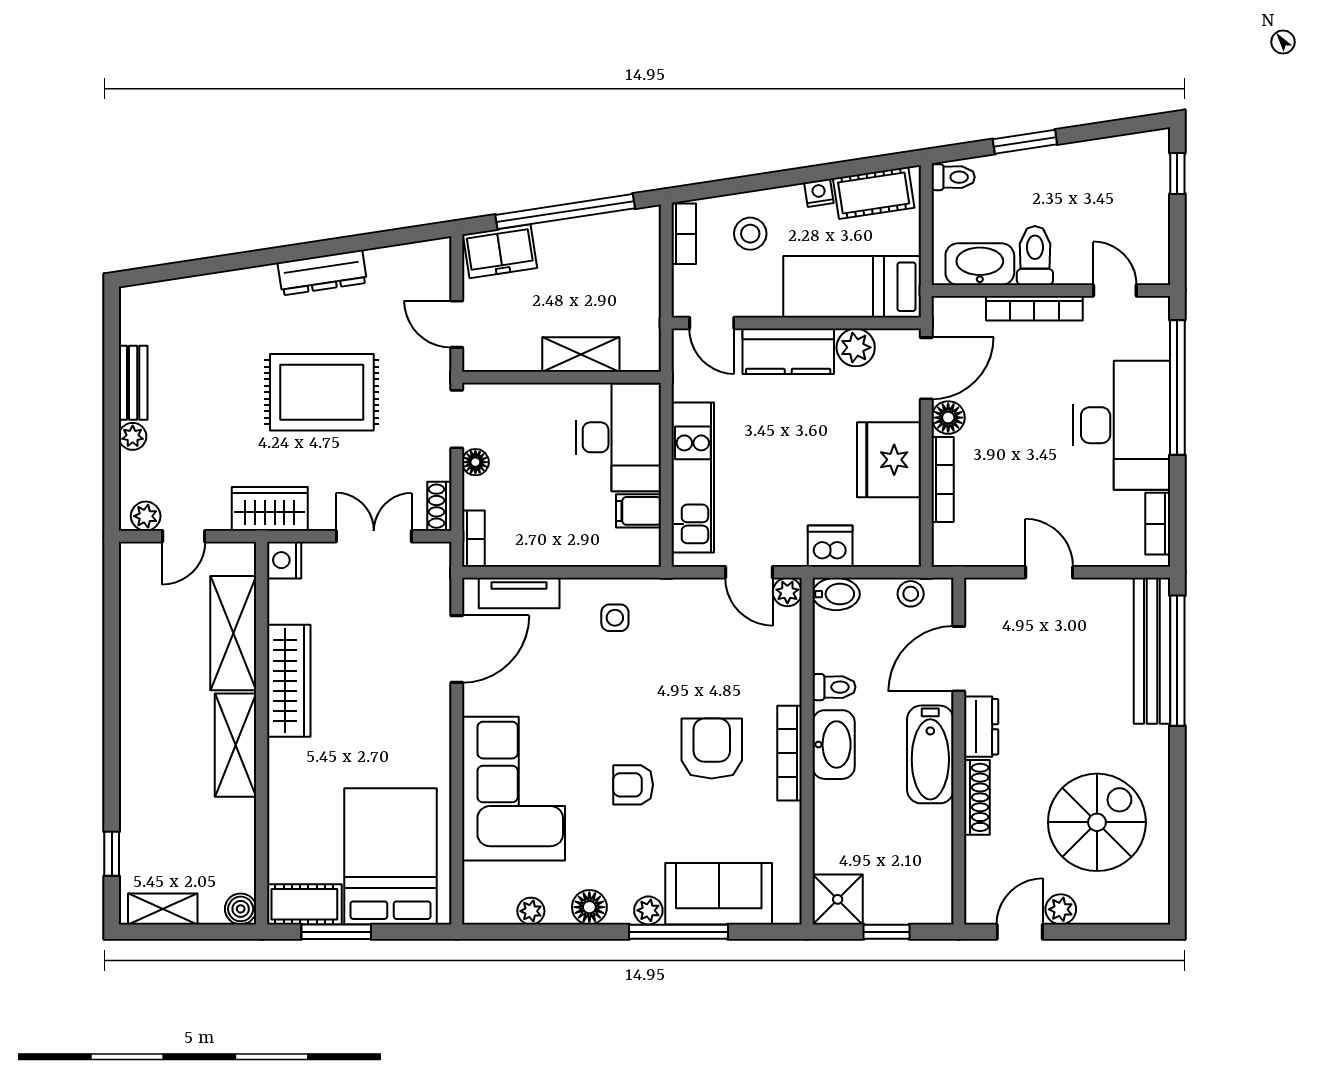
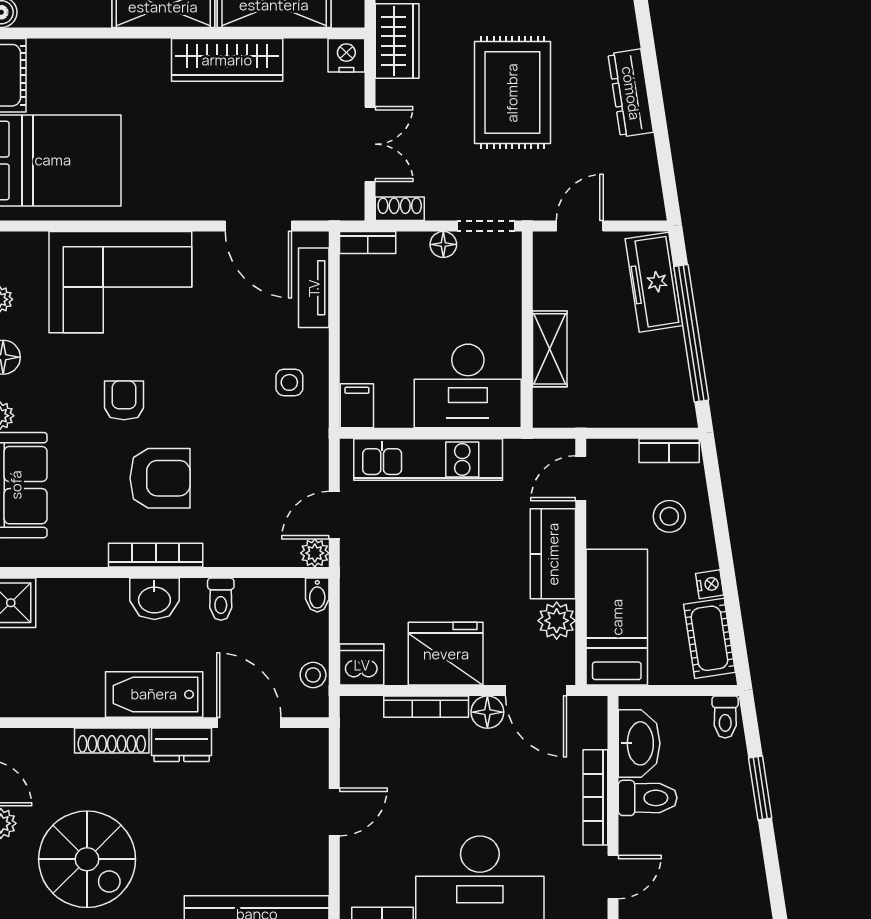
freezer: (500, 251) -> (654, 282), width x1.40
filing cabinet: (638, 511) -> (357, 406), moved
dishwasher: (830, 546) -> (362, 665), moved, turned -90
bidet: (836, 594) -> (317, 595), width x0.72, depth x0.74
washbasin: (834, 745) -> (154, 599), width x0.72

